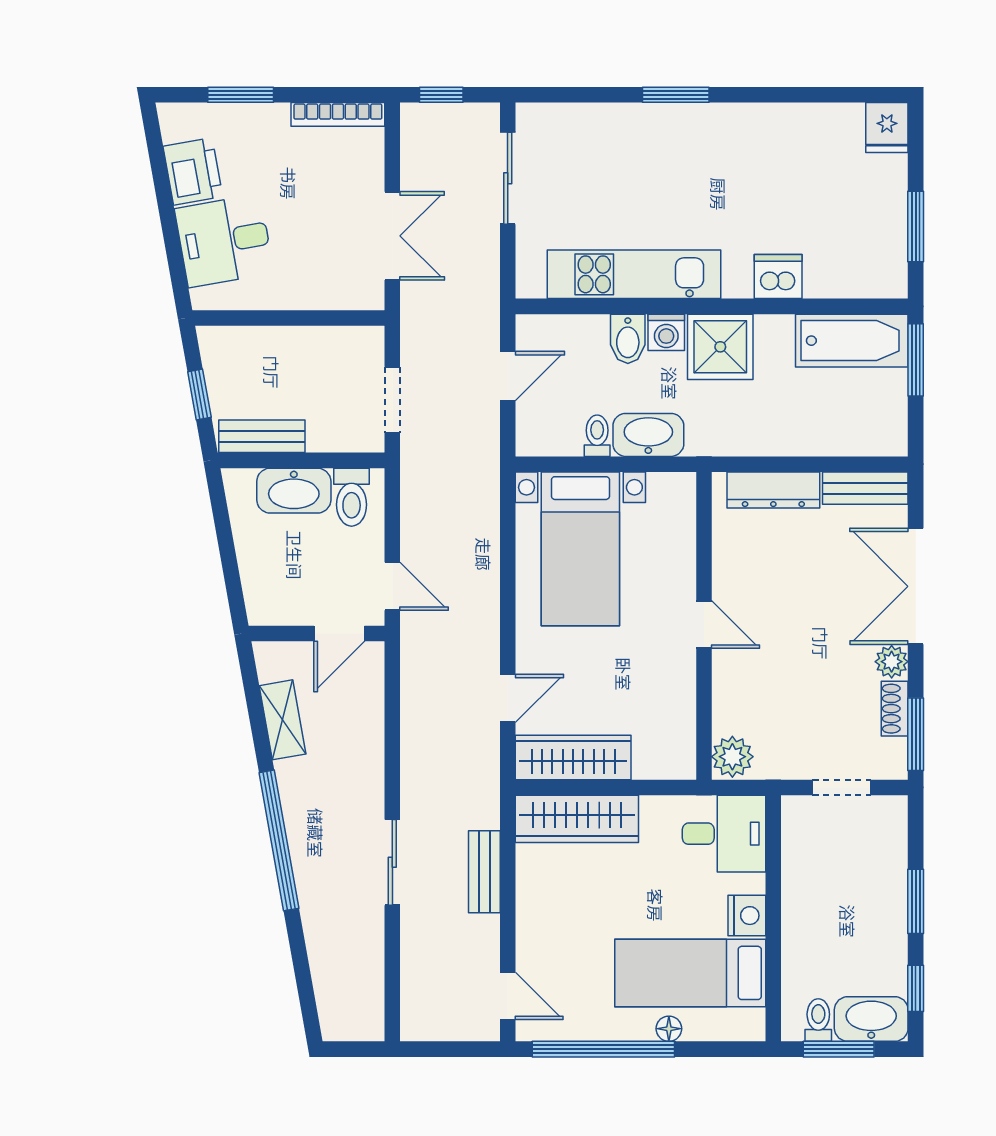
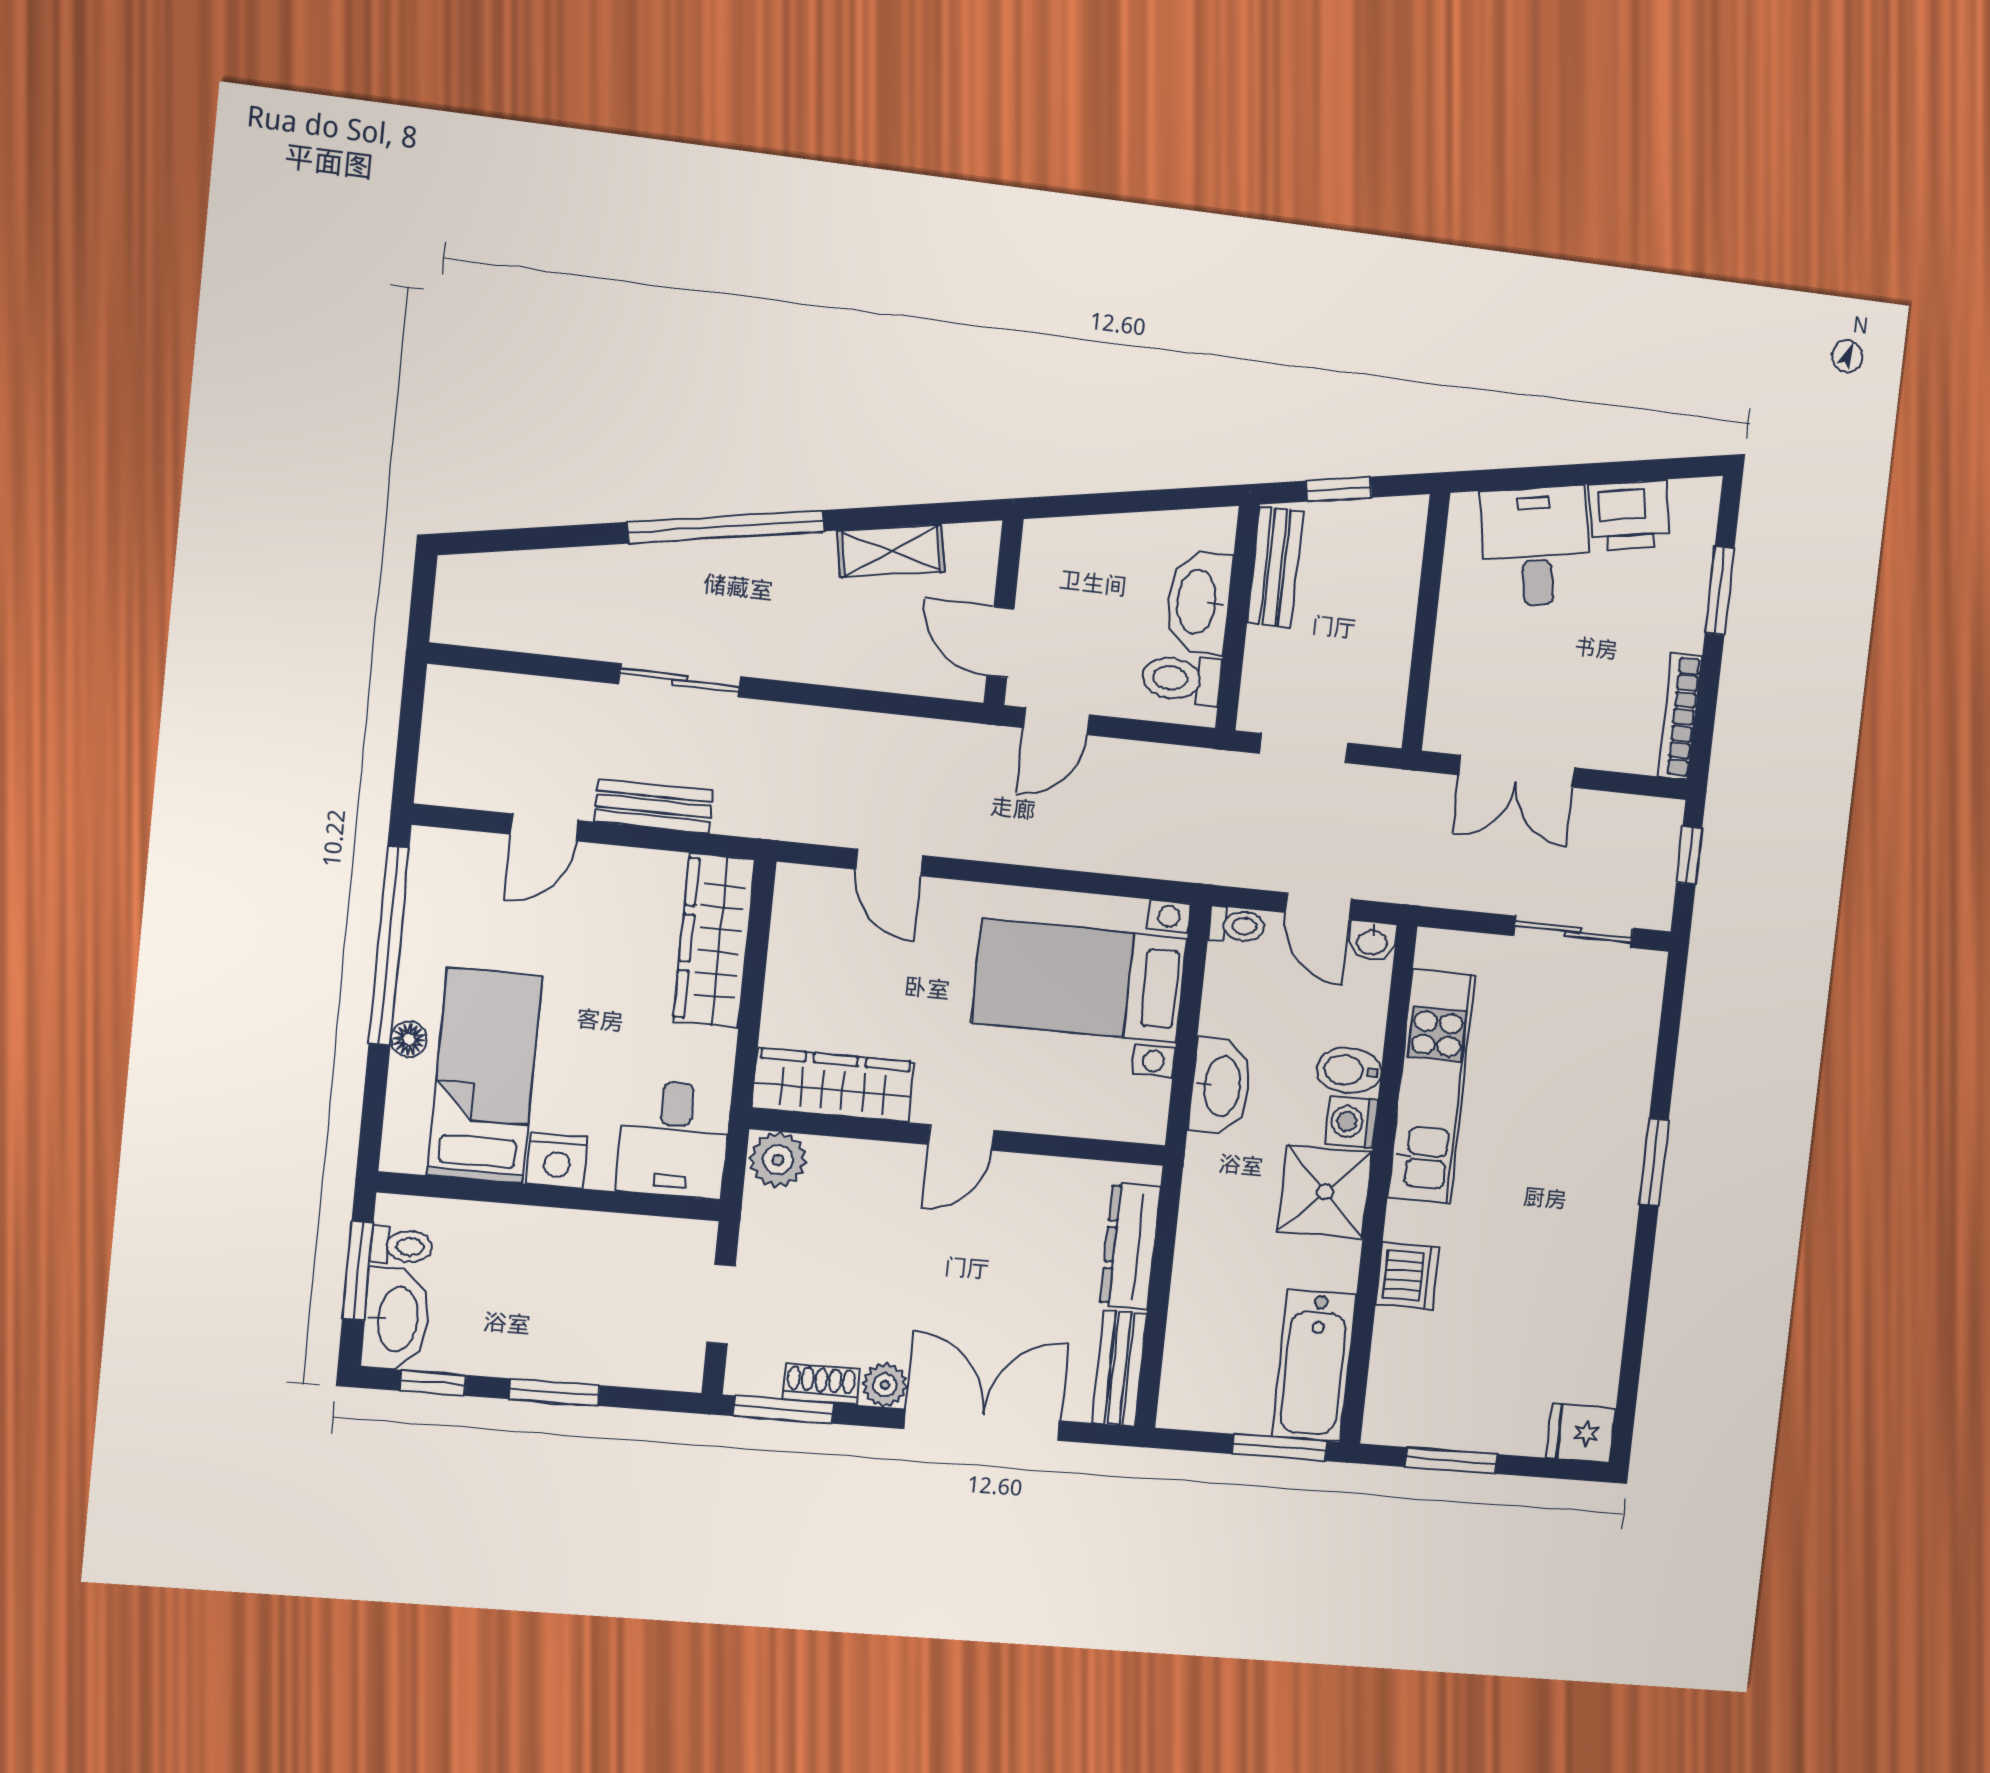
washbasin: (530, 332) -> (1372, 941), added
toilet: (597, 436) -> (1237, 925), moved
wardrobe: (573, 757) -> (833, 1085), moved, turned -90
door: (508, 996) -> (545, 827), moved

